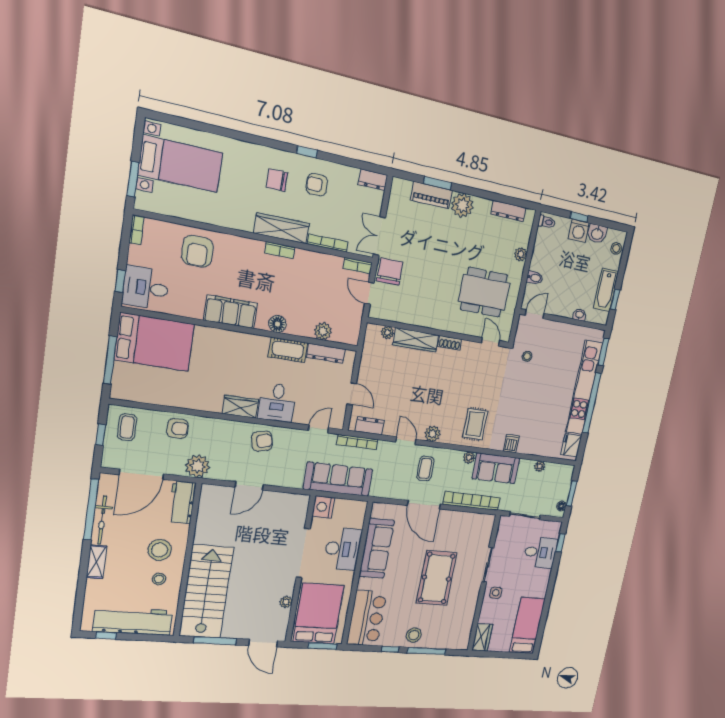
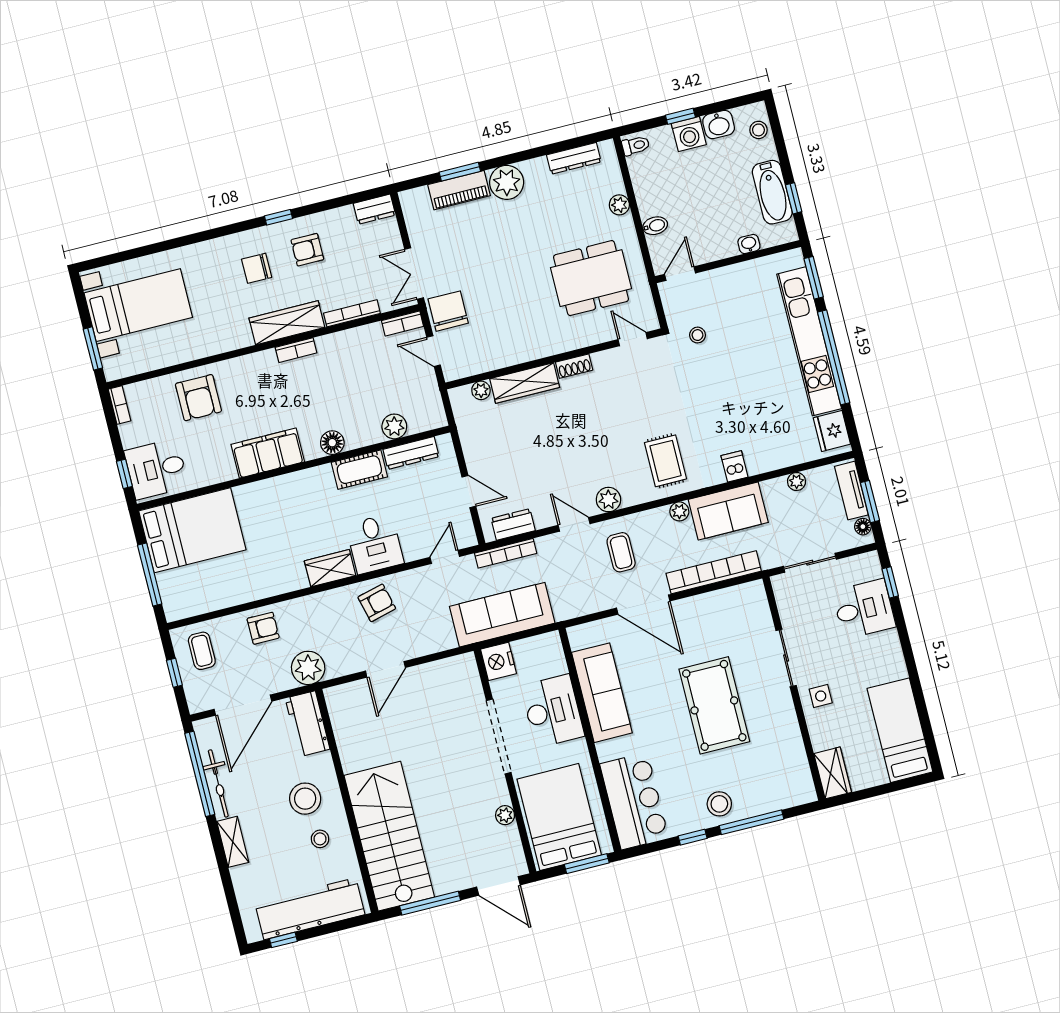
tv unit: (565, 483) -> (851, 491), added

